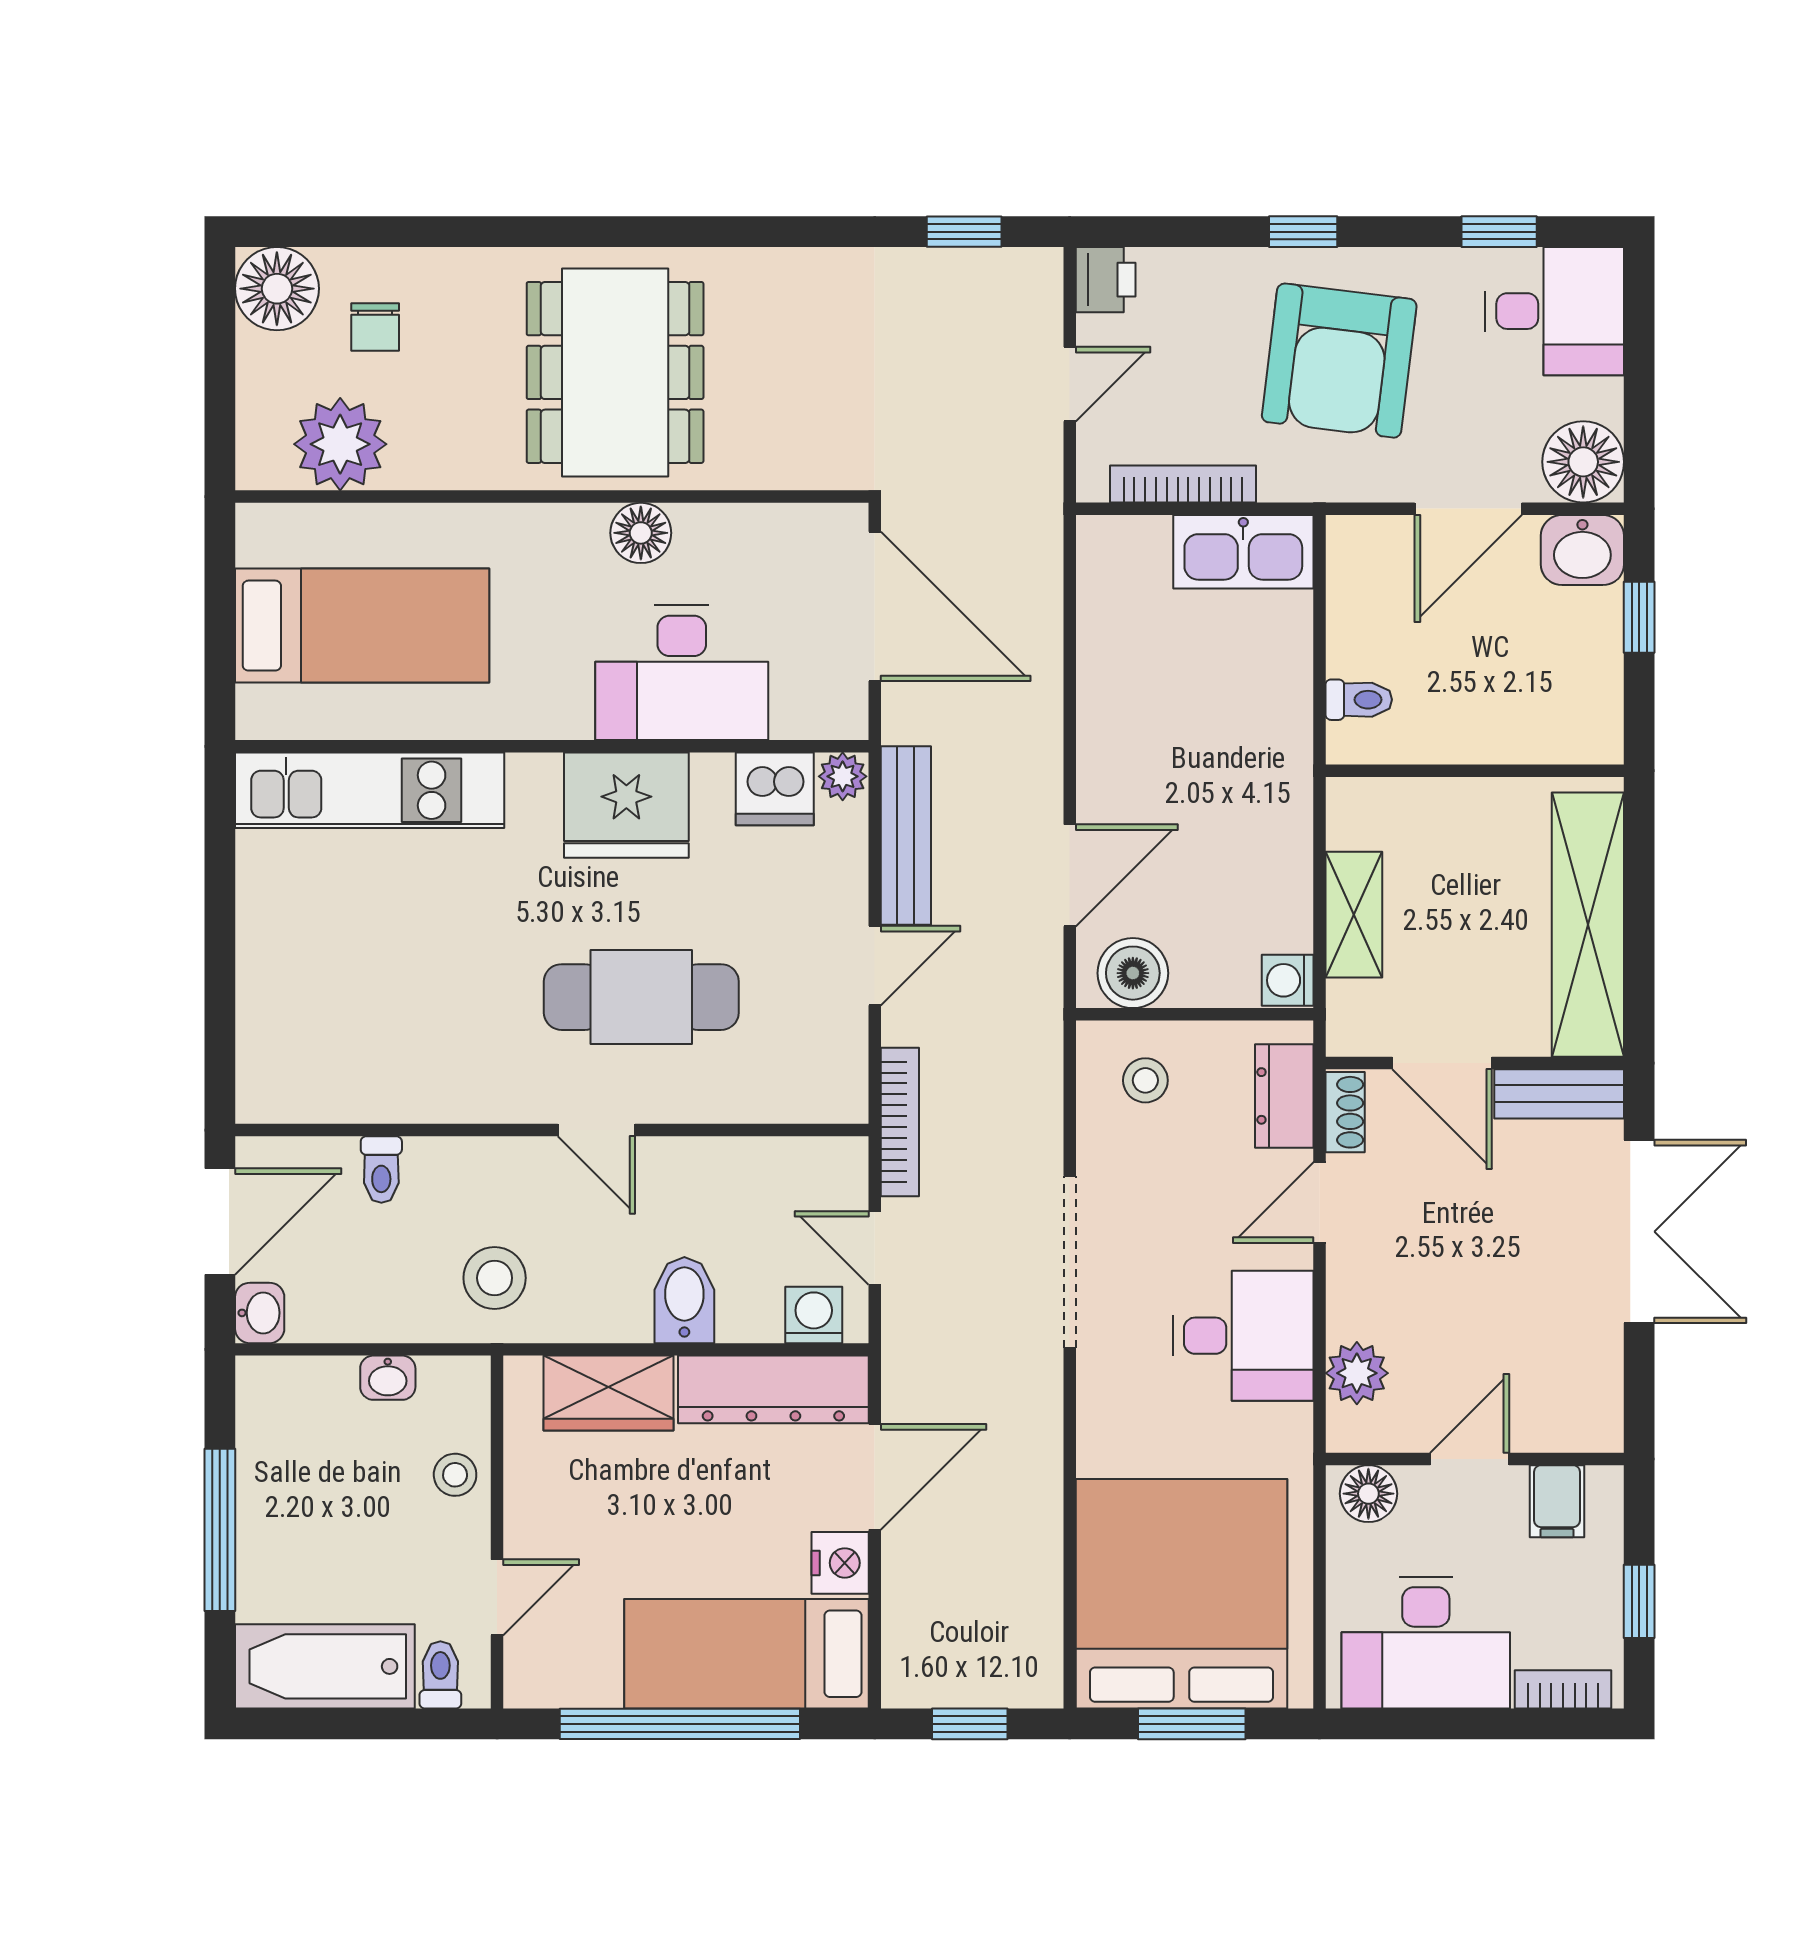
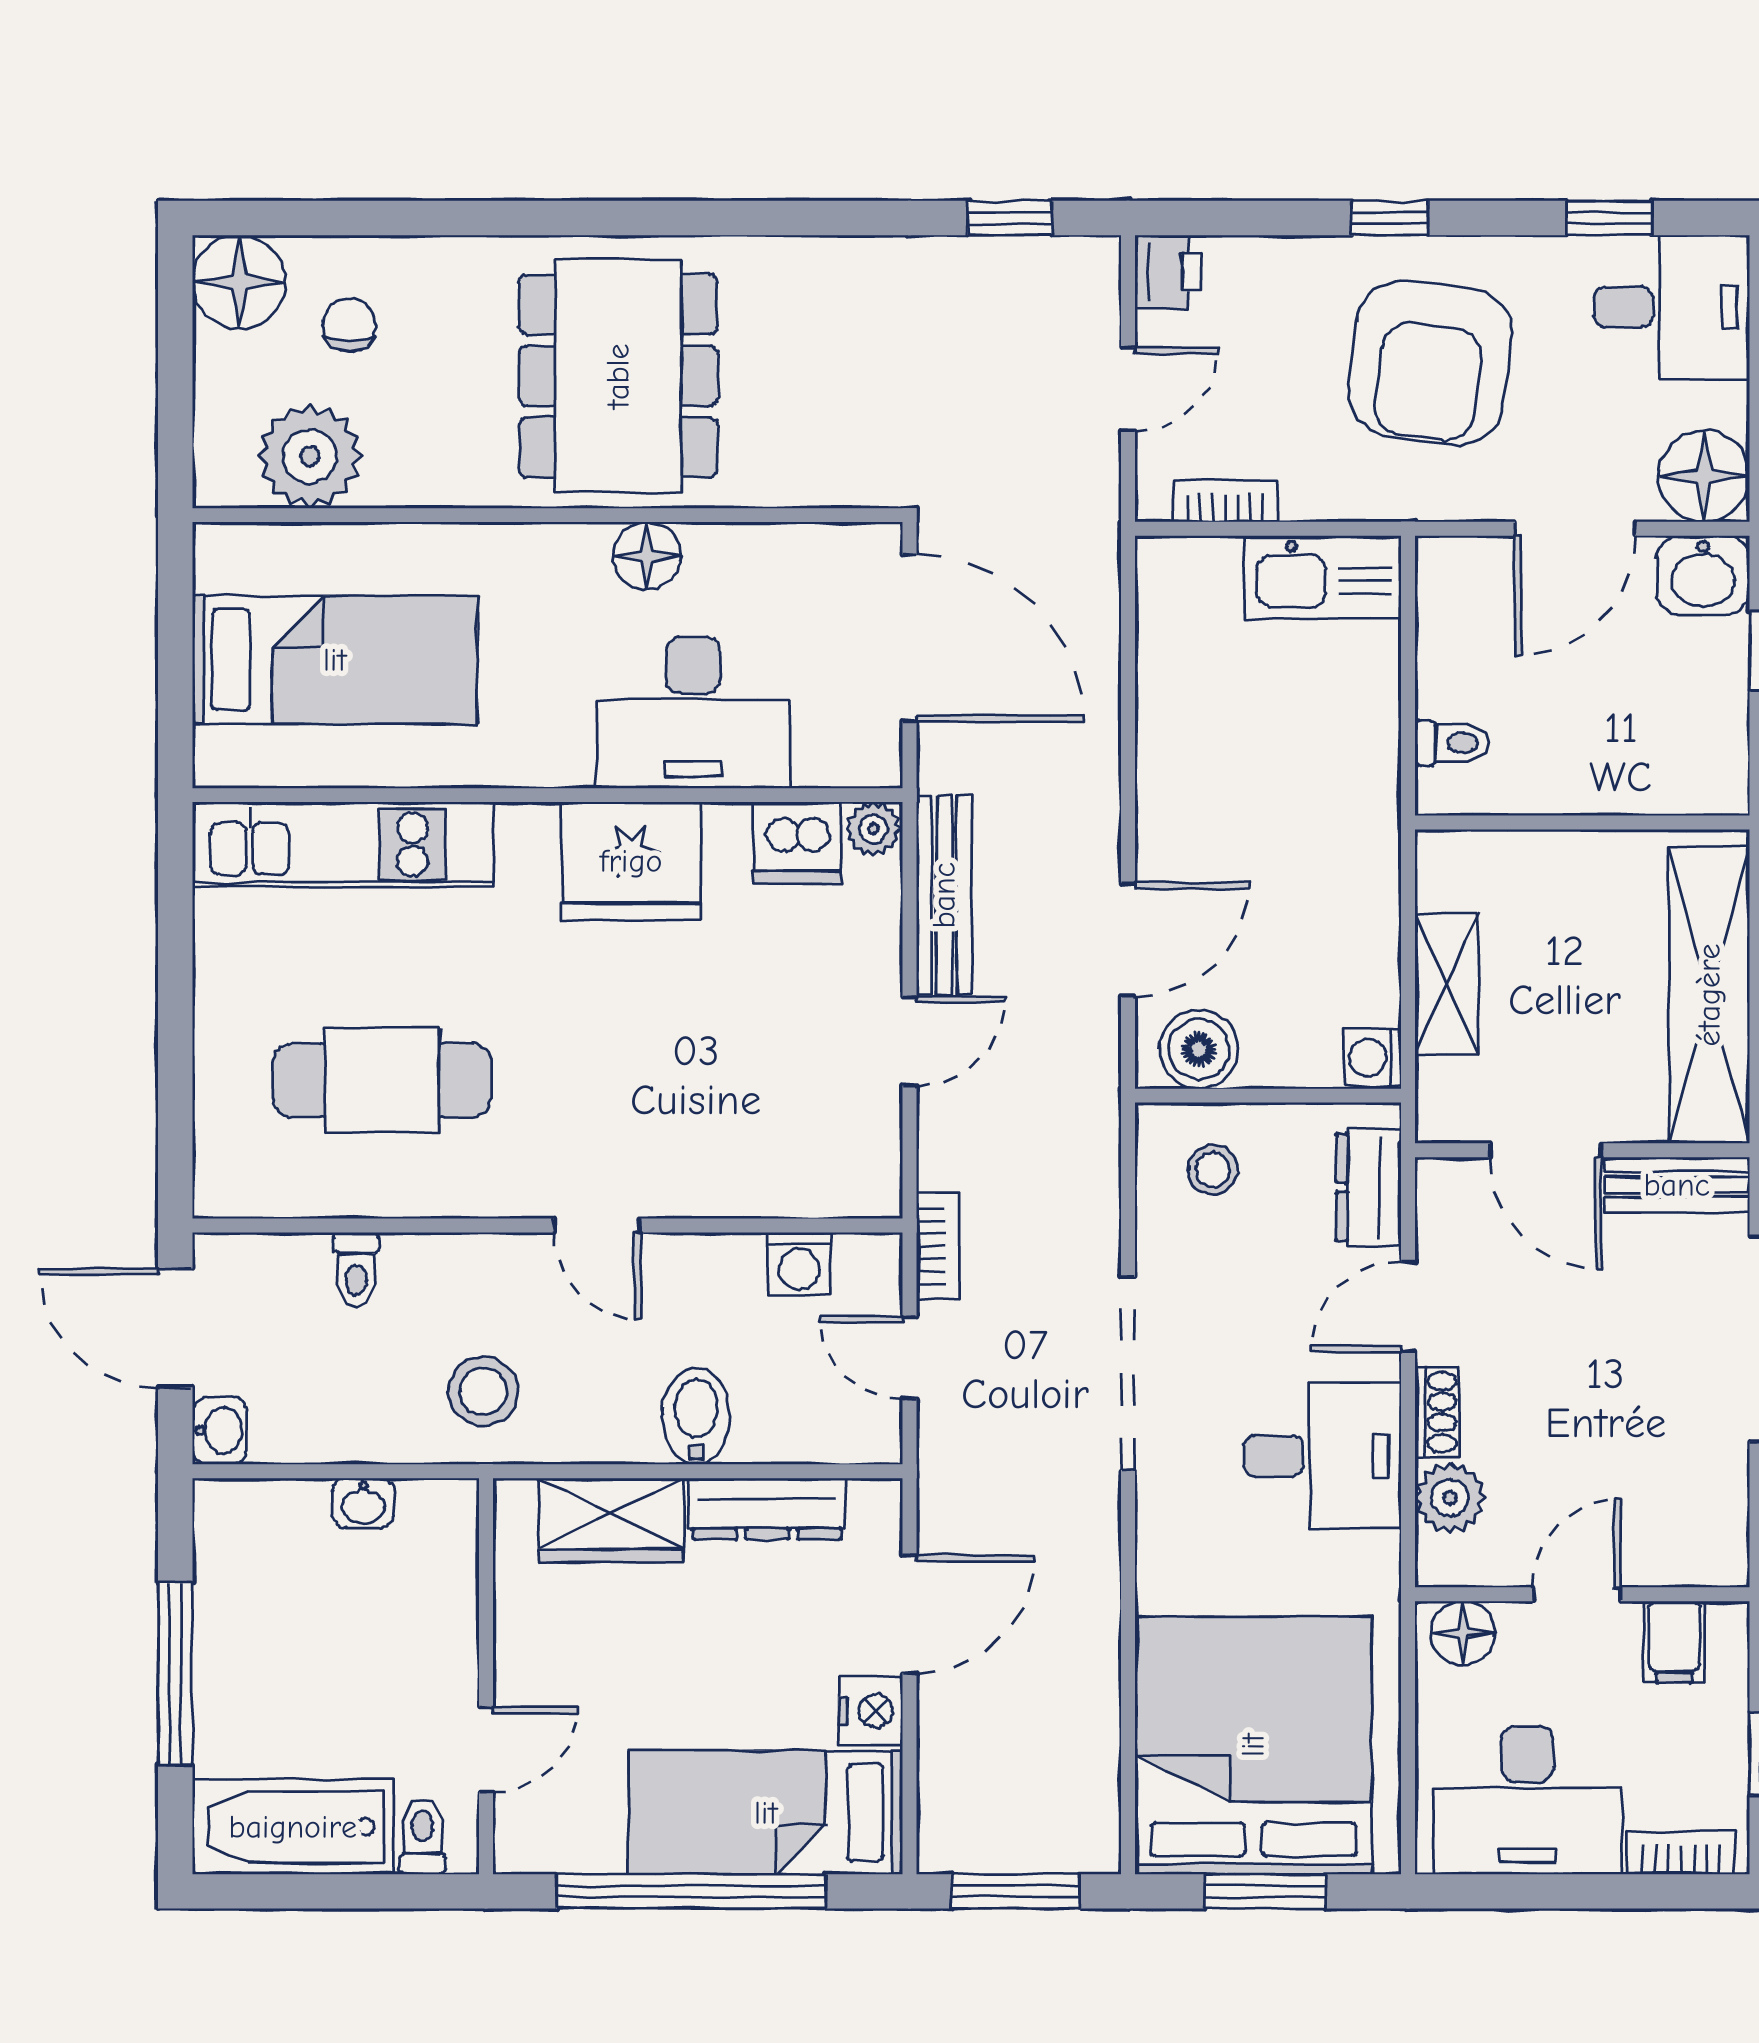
chair: (375, 327) -> (349, 325), turned 180
bookcase: (1183, 484) -> (1226, 501), width x0.64
cafe table: (641, 997) -> (382, 1080), moved
shoe rack: (1345, 1112) -> (1437, 1412), moved
bookcase: (900, 1122) -> (938, 1246), width x0.64
door: (220, 1221) -> (175, 1328), swing flipped
washing machine: (814, 1315) -> (799, 1264), moved, turned 180
dresser: (773, 1389) -> (767, 1509), width x0.73, depth x0.80
stool: (455, 1475) -> (439, 1612), removed
window: (970, 1724) -> (1016, 1891), width x1.50

